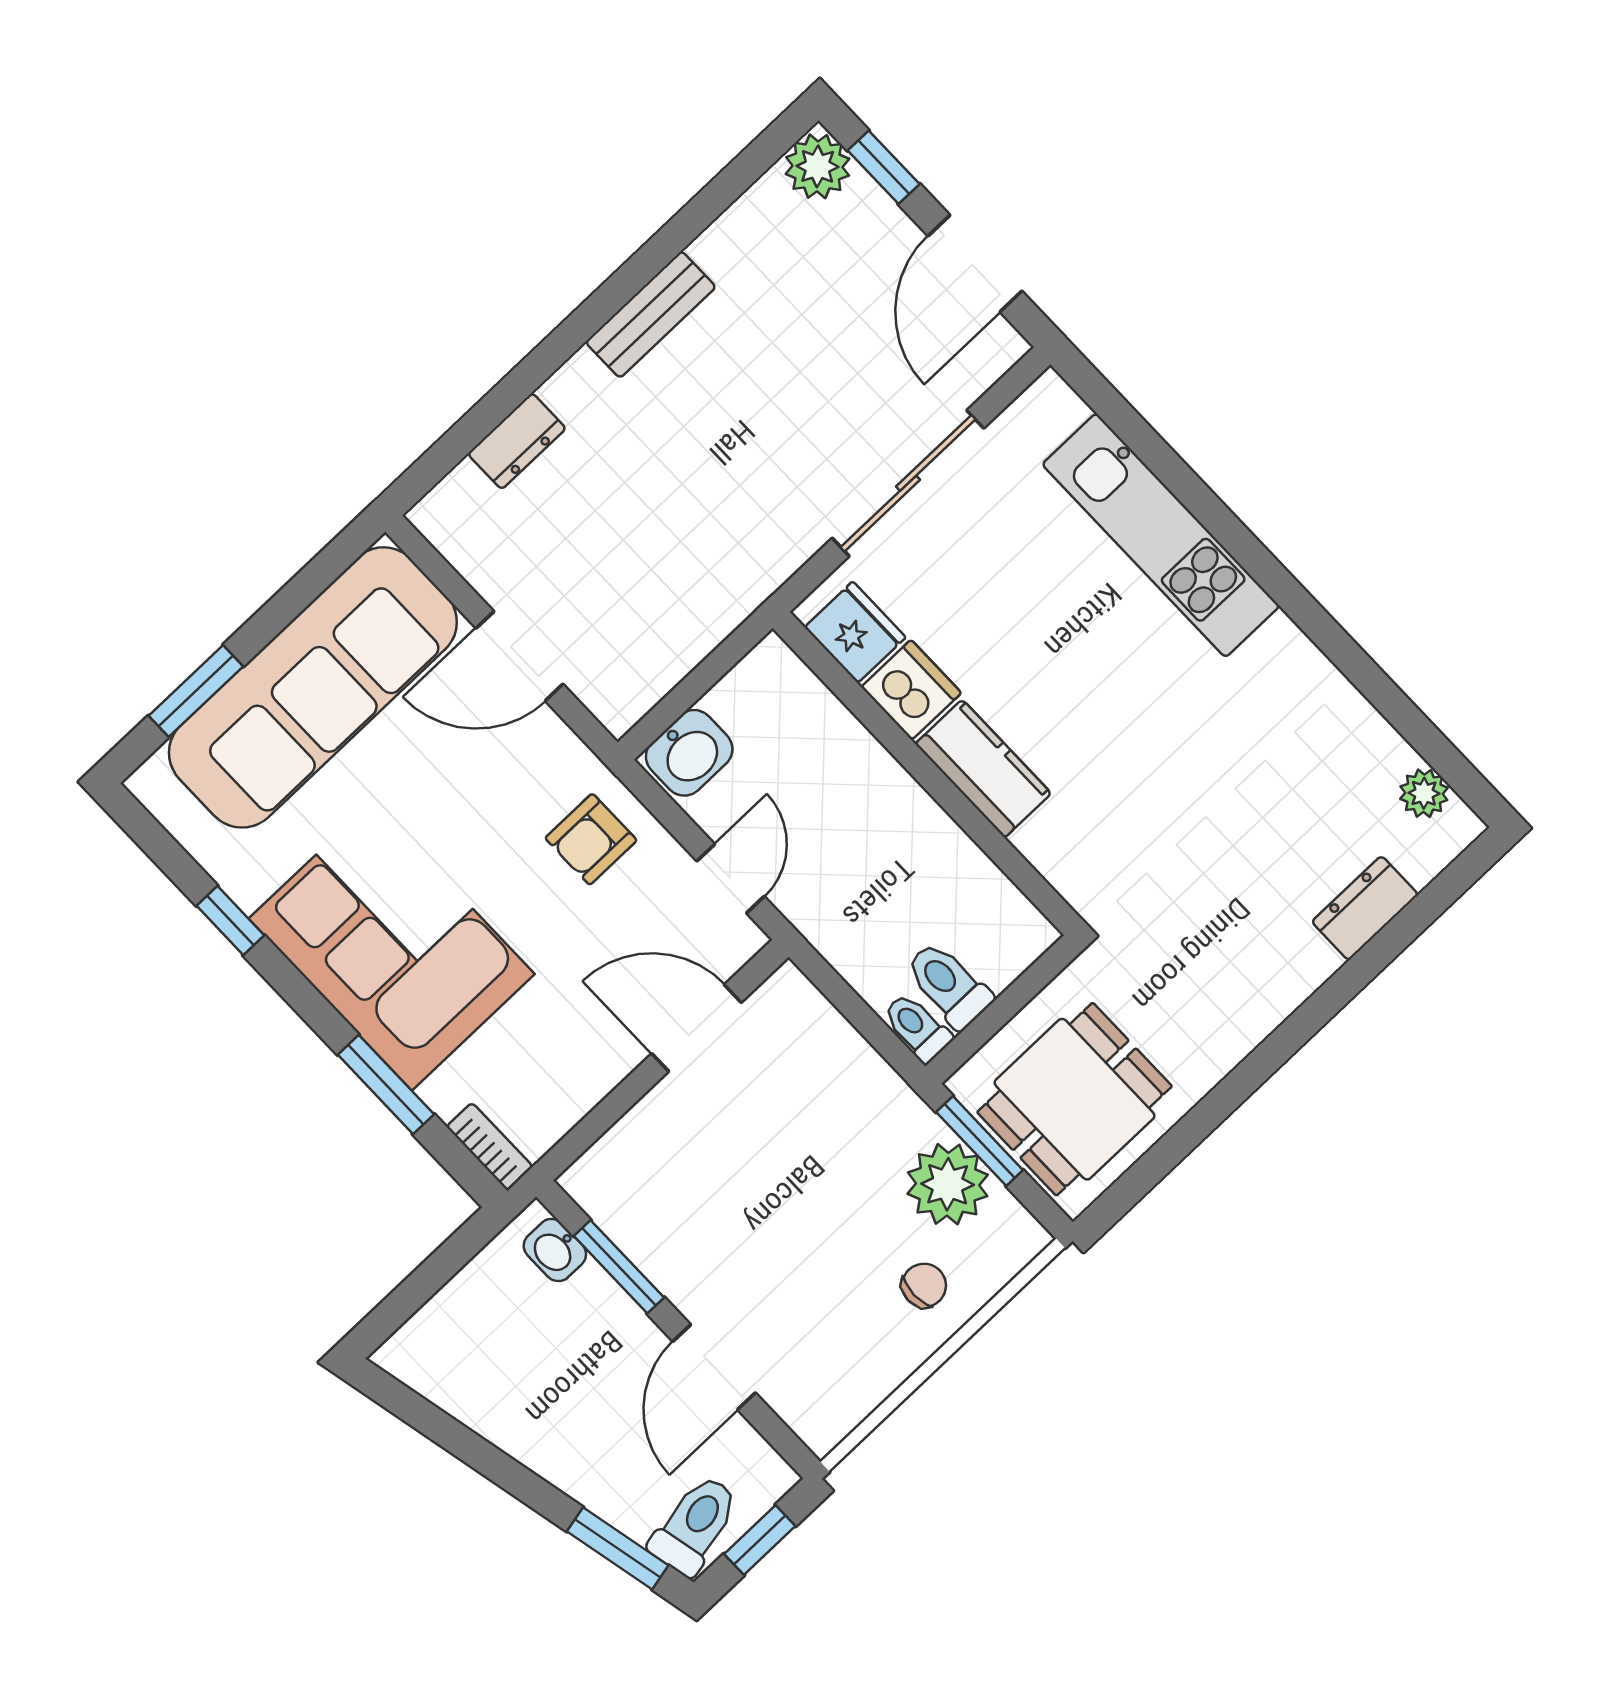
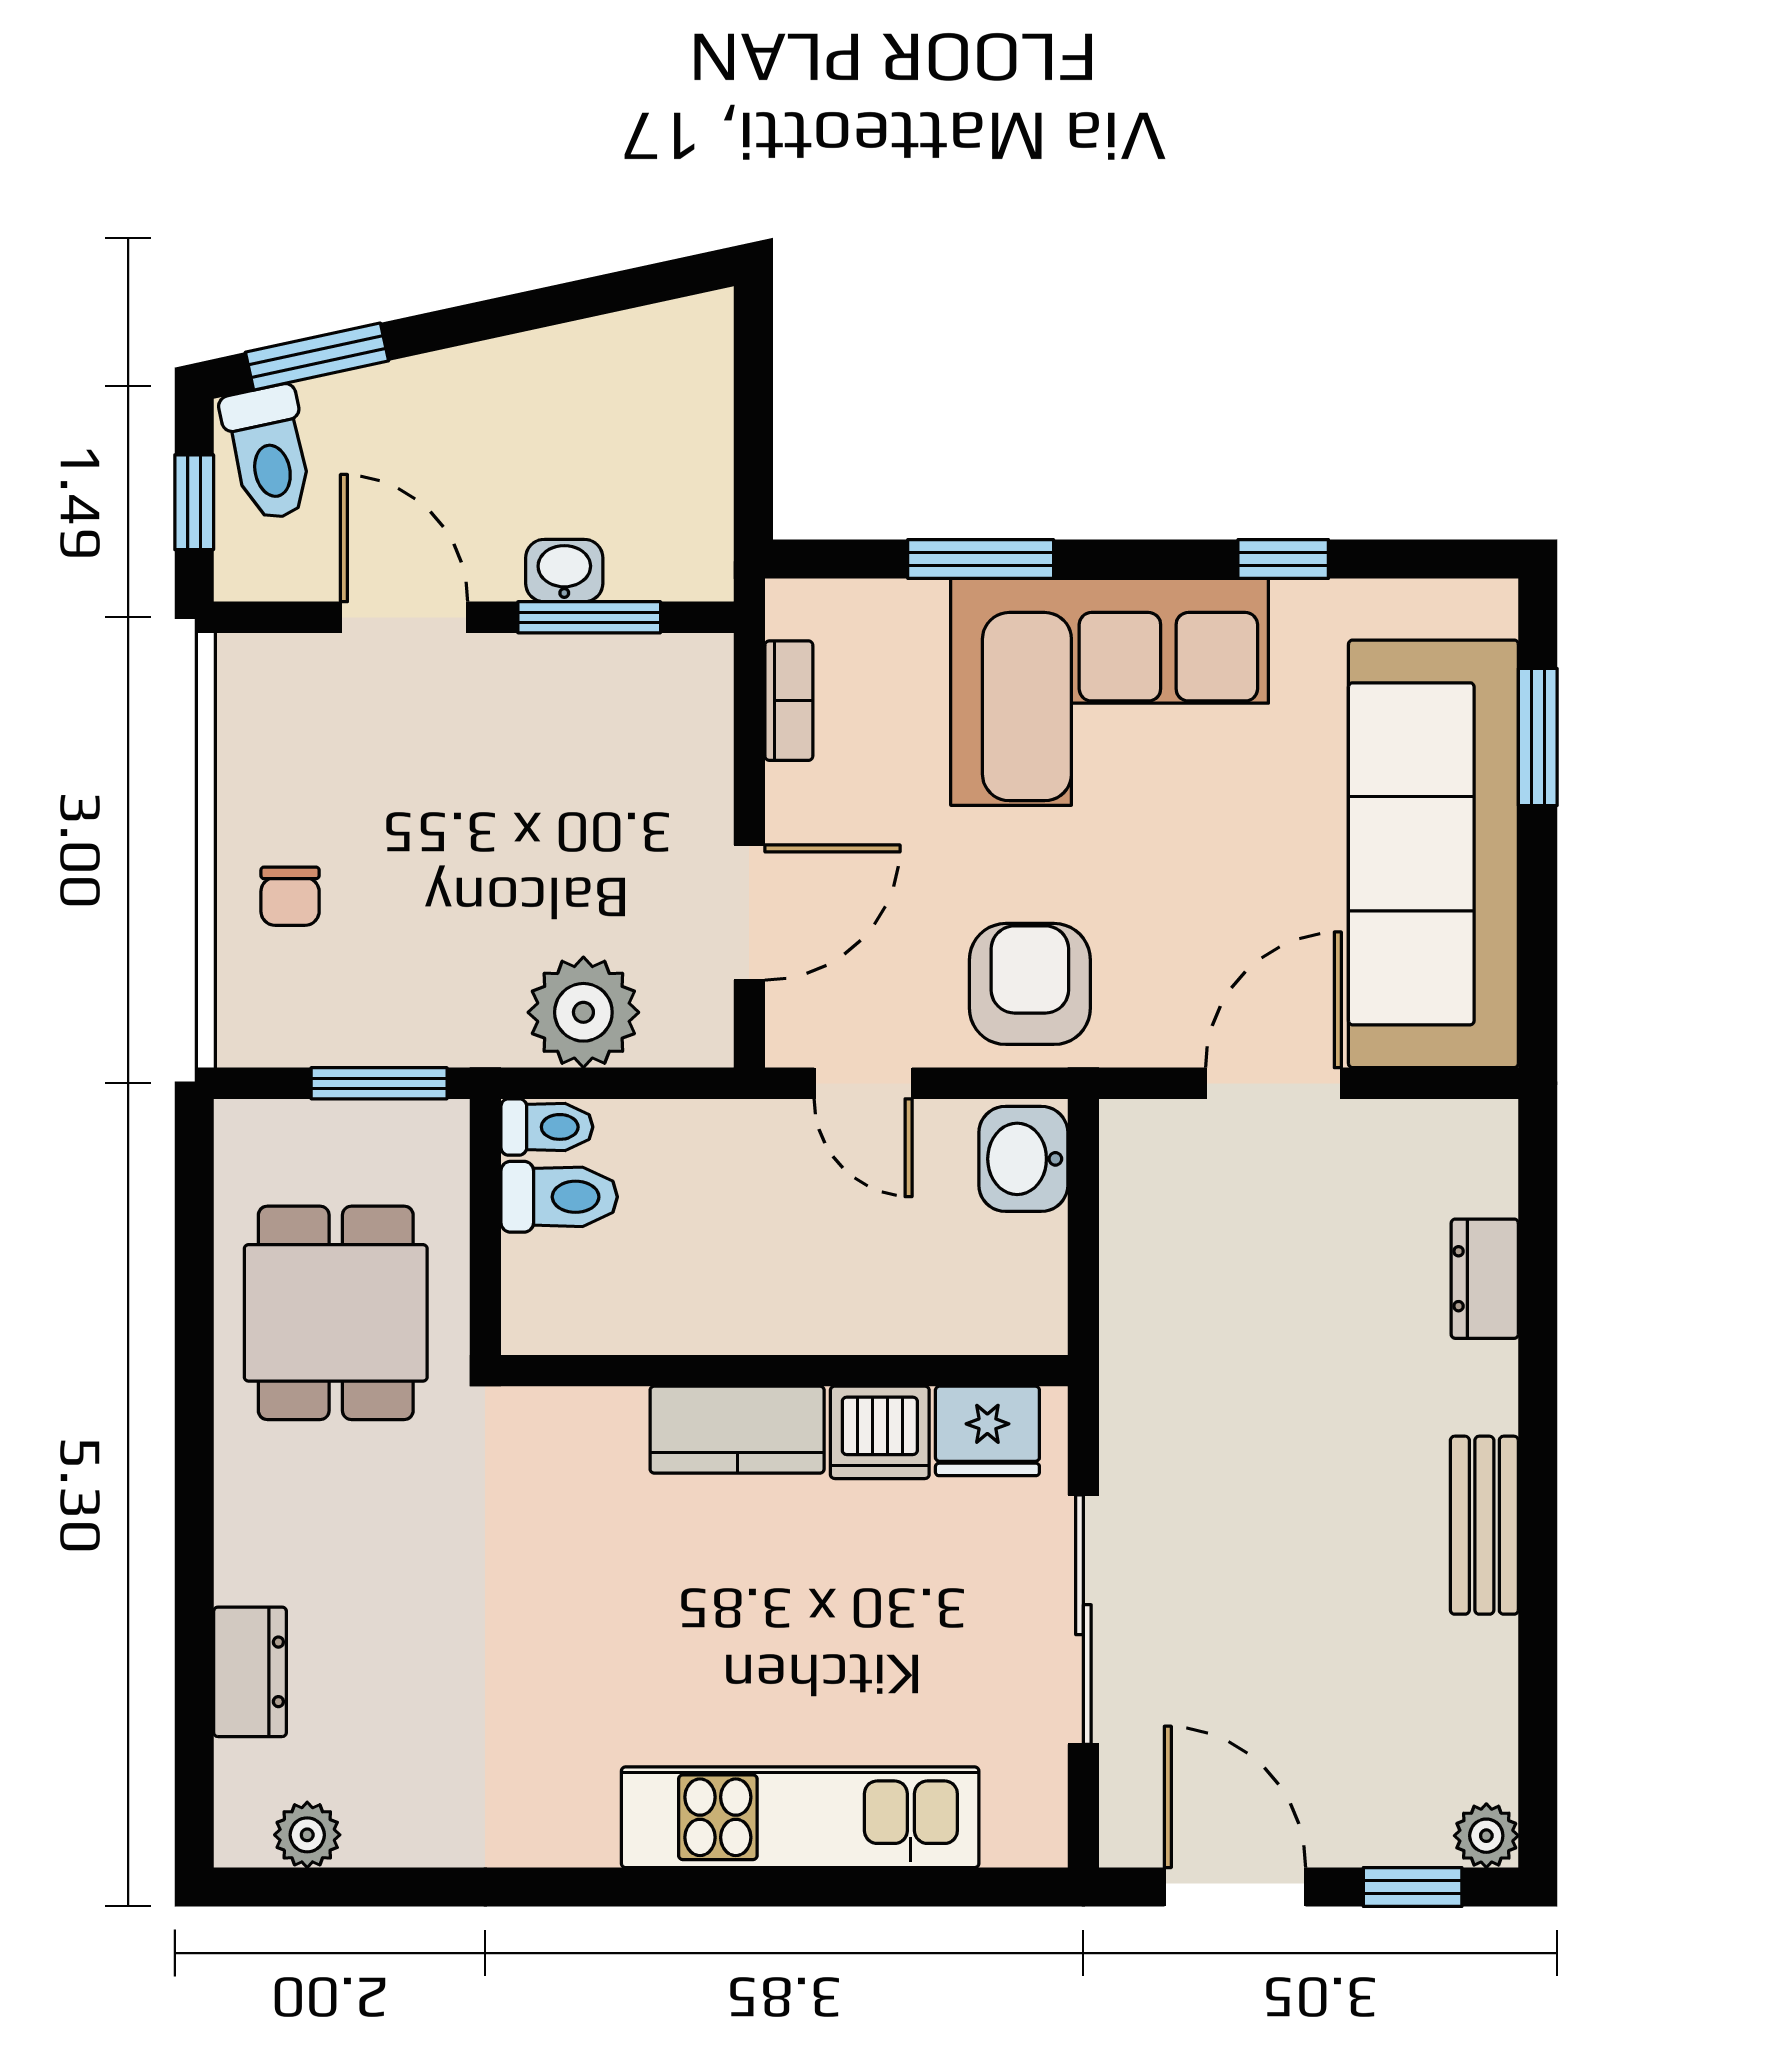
plant: (818, 166) -> (1486, 1836), width x0.73, depth x0.73
armchair: (591, 839) -> (1030, 984), width x1.38, depth x1.38
dining table: (1075, 1099) -> (336, 1313), moved
bookcase: (490, 1147) -> (789, 701), moved, turned -90
plant: (948, 1184) -> (583, 1012), moved
washbasin: (555, 1250) -> (564, 571), moved

